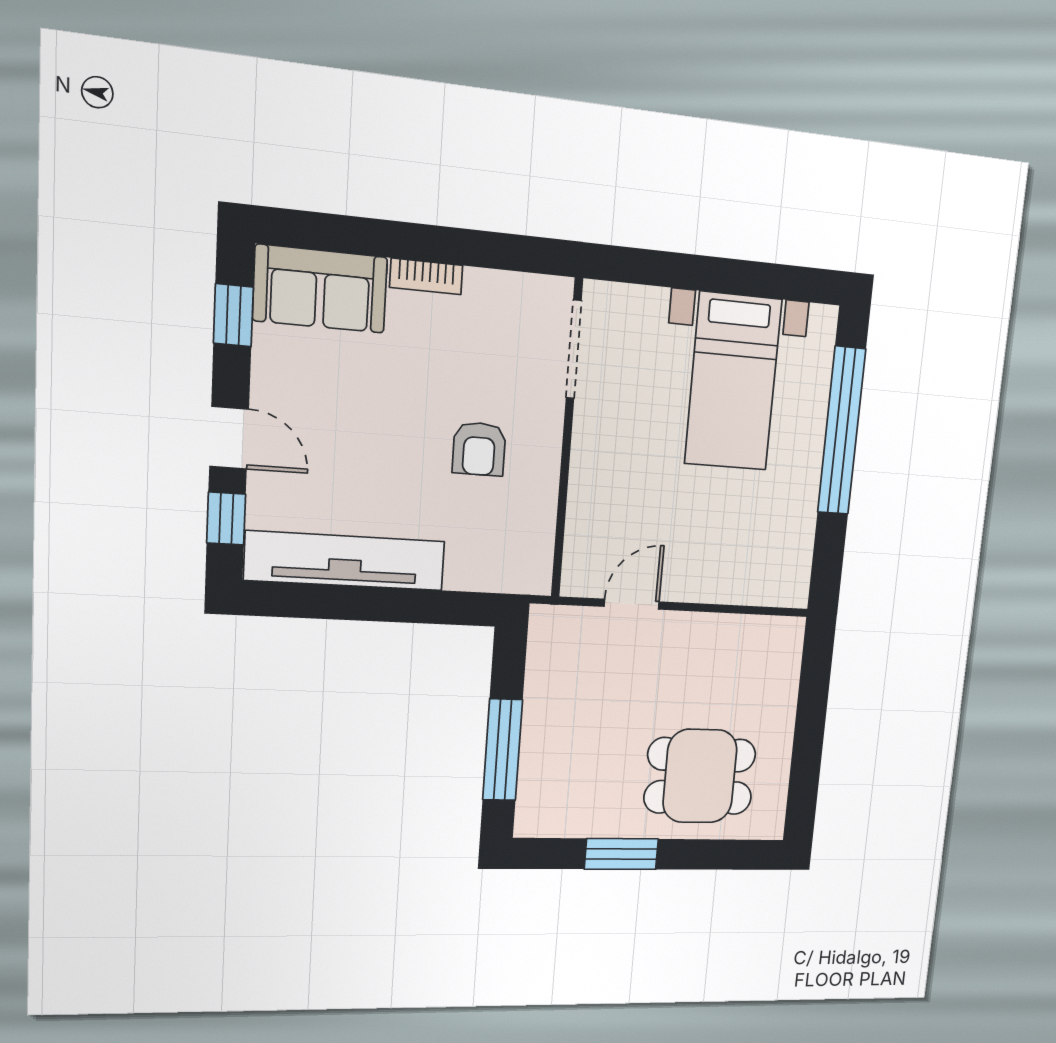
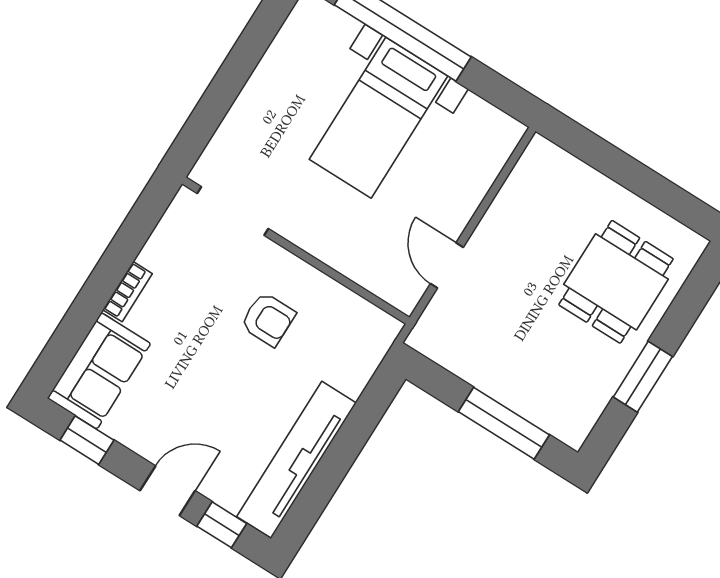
bed with nightstands: (733, 382) -> (378, 118), moved, turned 90

